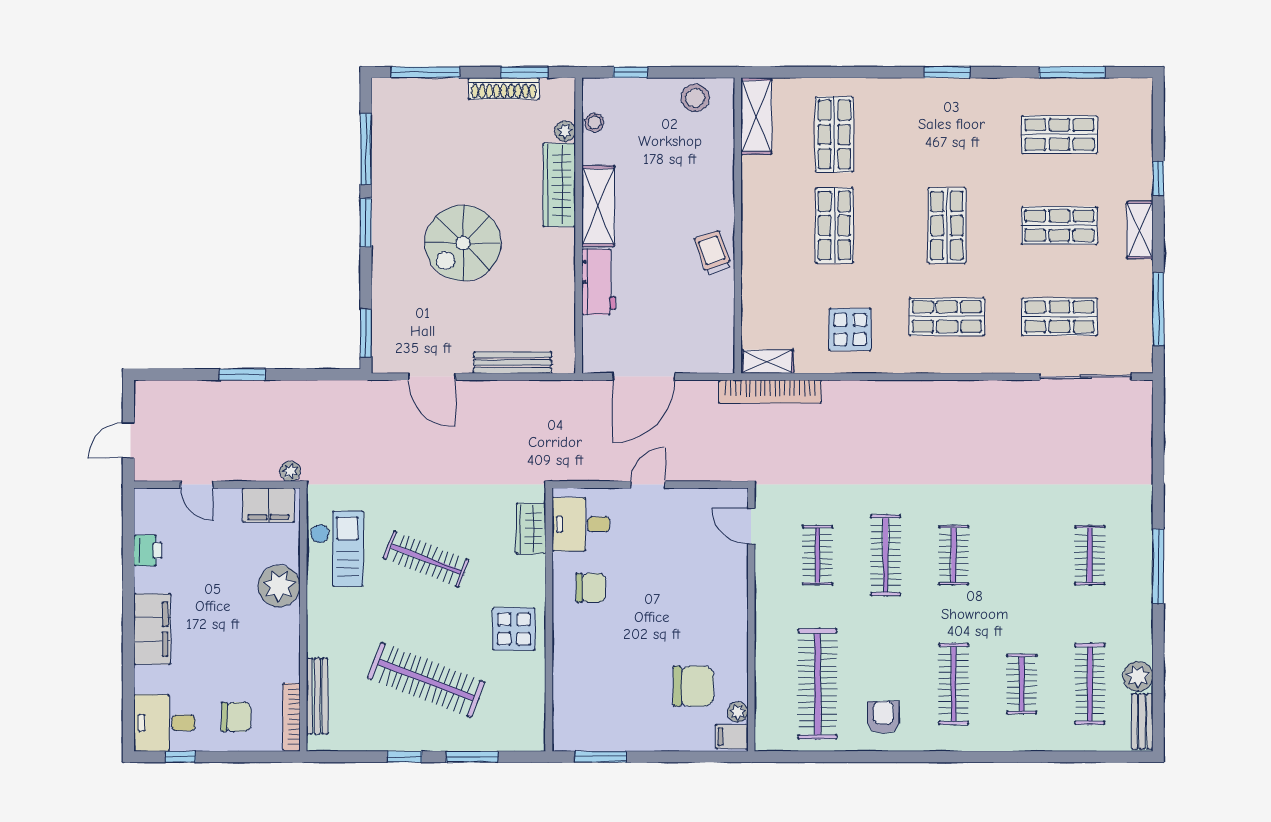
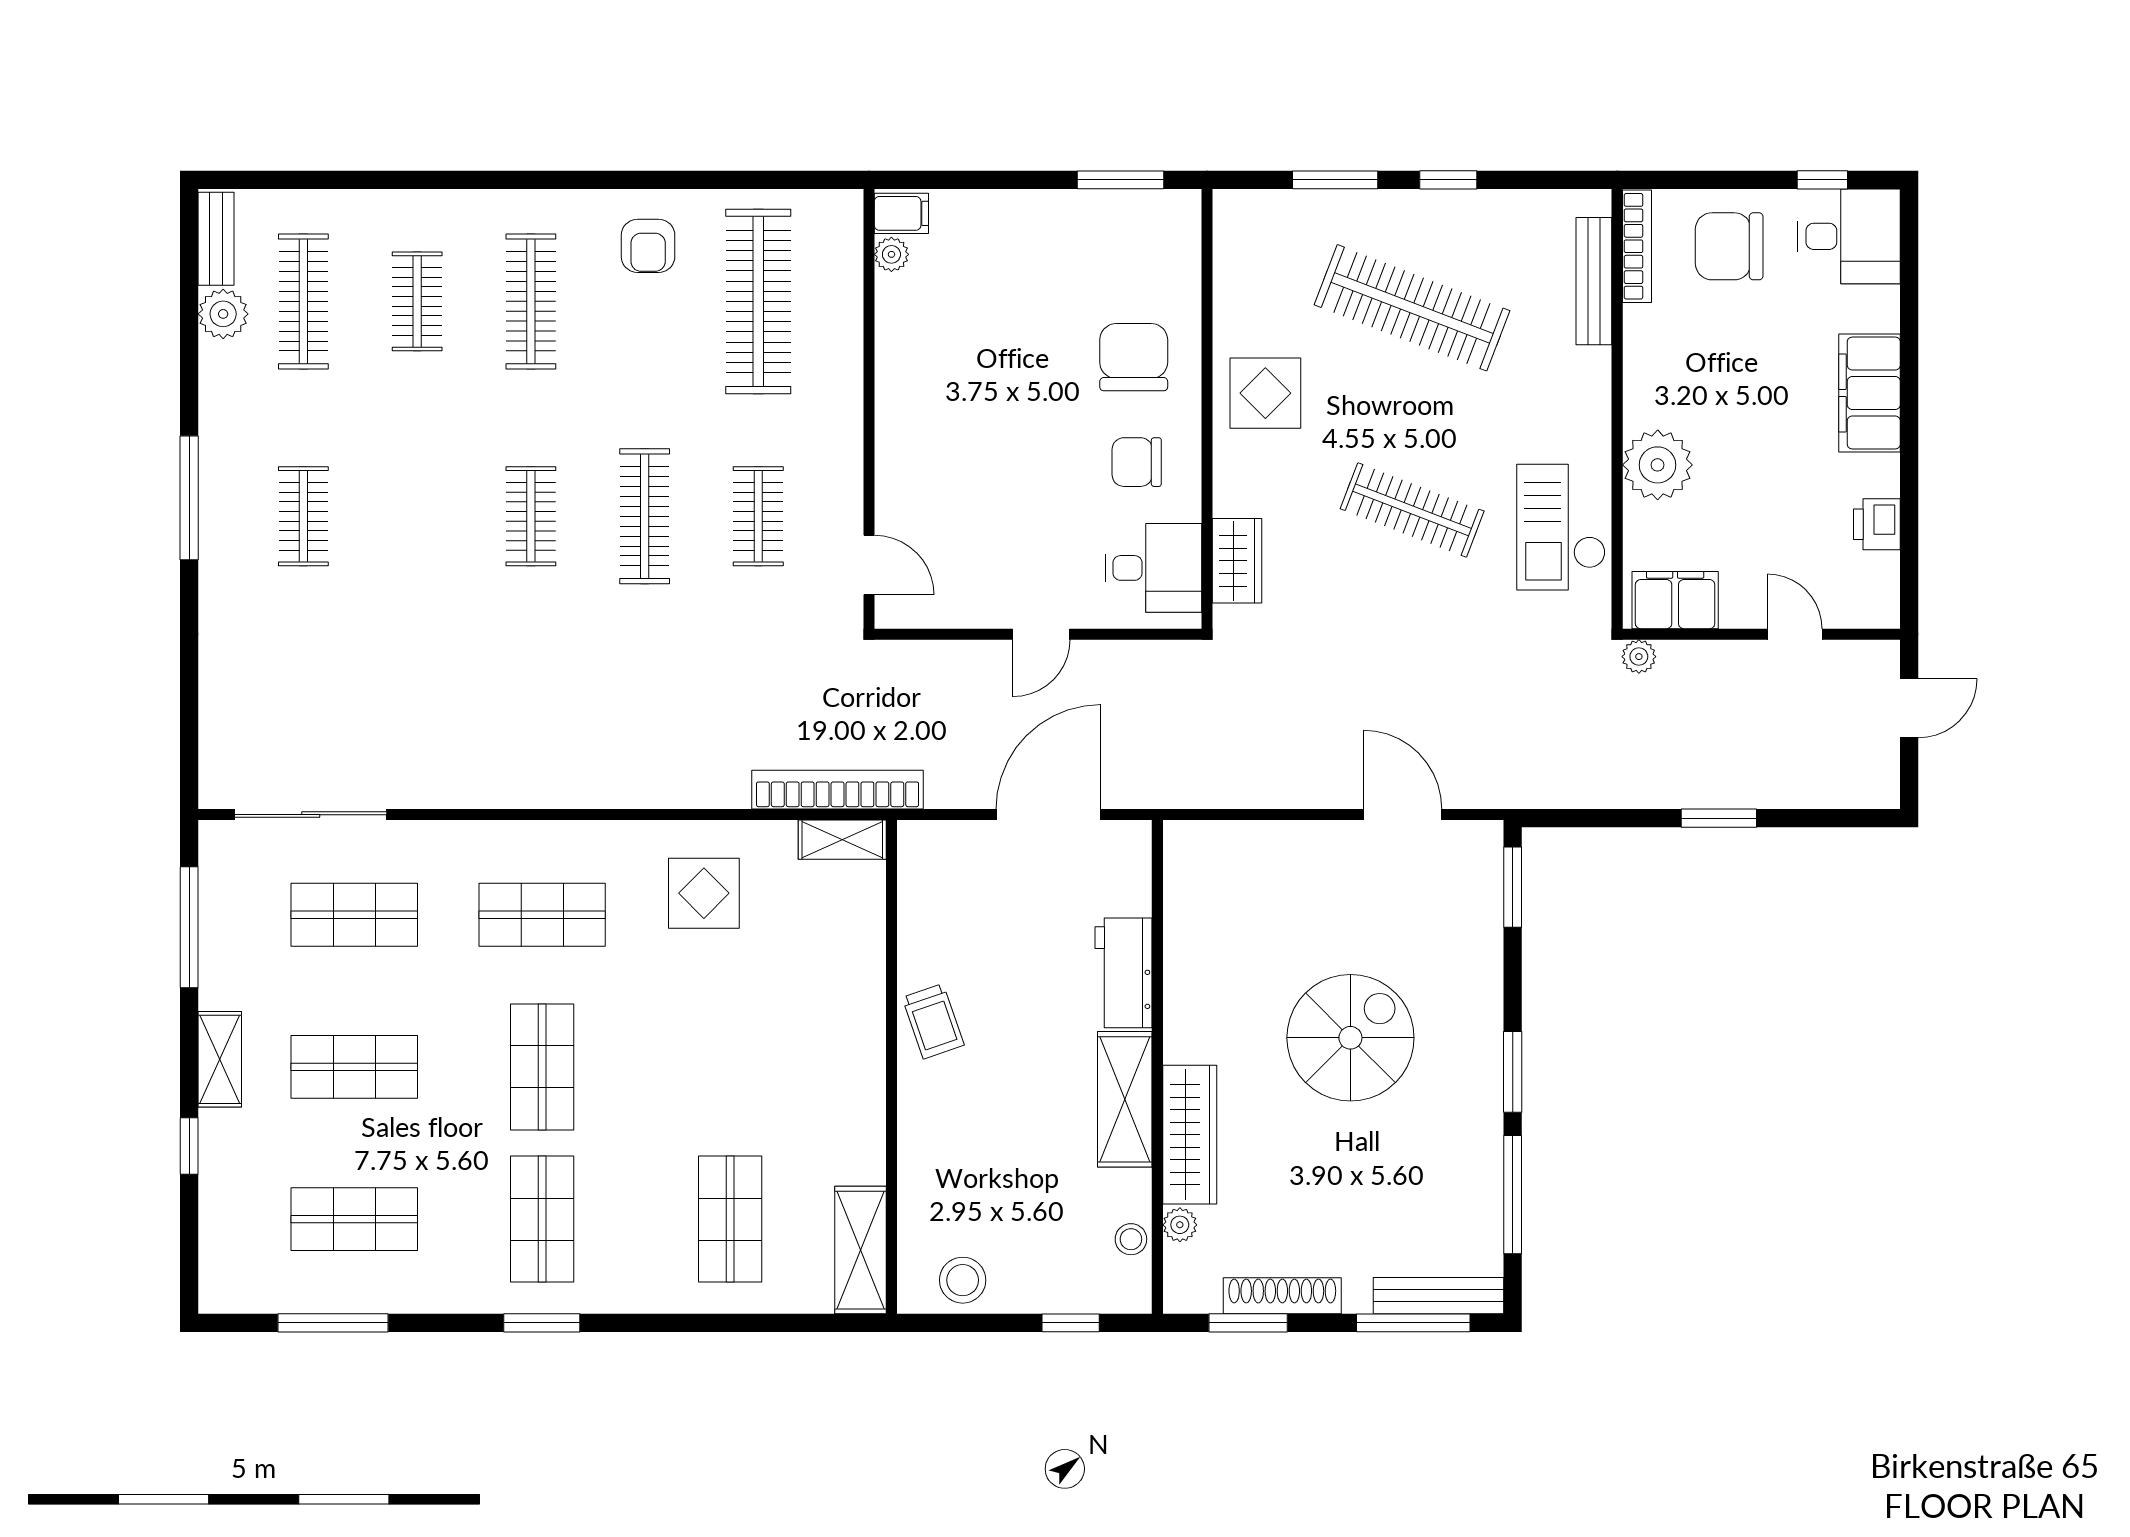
shop shelf: (834, 226) -> (542, 1219), moved
bench: (513, 363) -> (1438, 1296), moved
chair: (693, 686) -> (1134, 357), moved, turned 90
chair: (236, 717) -> (1729, 246), width x1.37, depth x1.37

